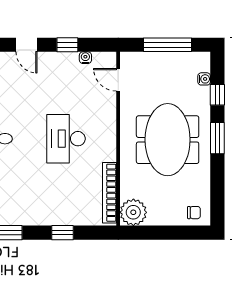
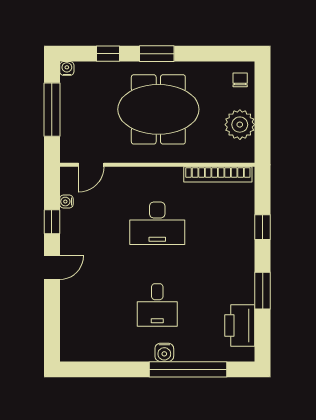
water cooler: (204, 79) -> (67, 68), moved
plant: (133, 212) -> (240, 125), moved

